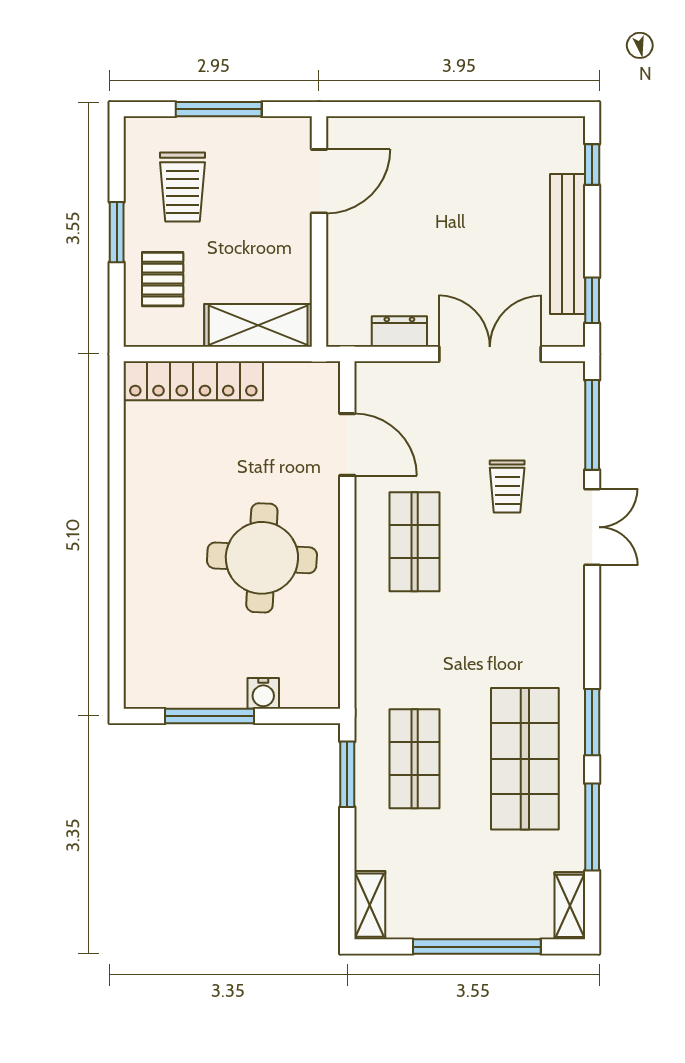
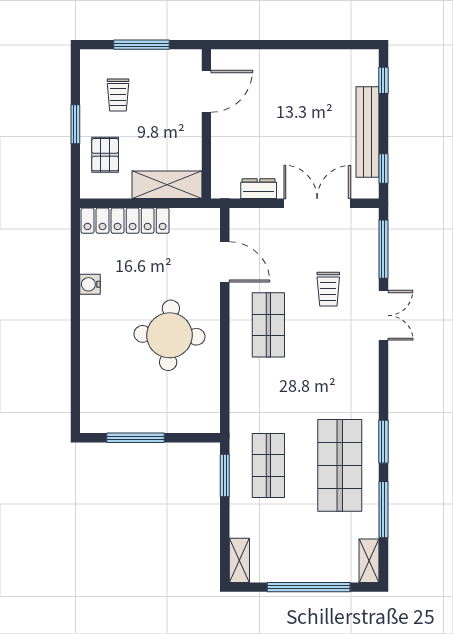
trolley: (183, 187) -> (118, 95), width x0.73, depth x0.72
water cooler: (263, 693) -> (90, 284), moved, turned 90

